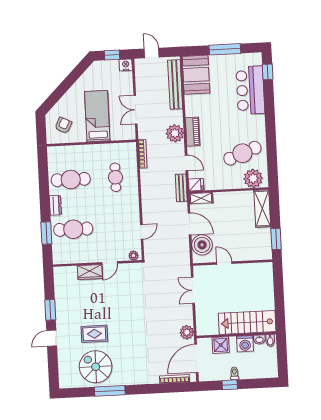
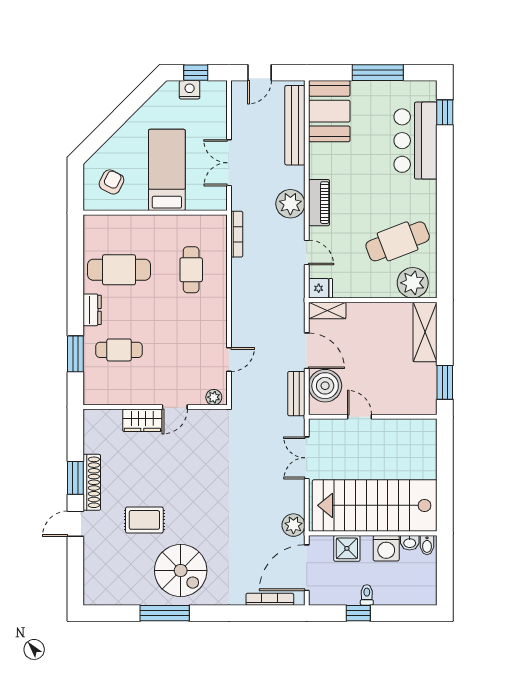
door: (152, 53) -> (260, 73), swing flipped
nightstand: (126, 65) -> (190, 90), moved
bench: (181, 188) -> (296, 394), moved
cafe table: (73, 229) -> (119, 350), width x0.73, depth x0.74
shoe rack: (61, 312) -> (92, 482), added
stairs: (247, 322) -> (375, 505), width x1.36, depth x1.51
spiral stairs: (96, 367) -> (181, 571), moved, turned 180

